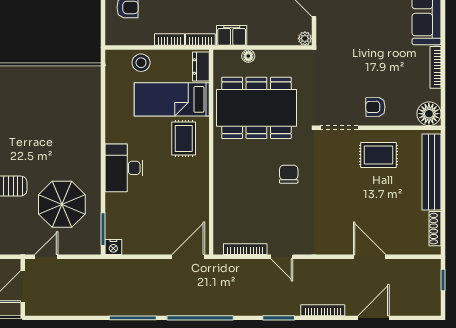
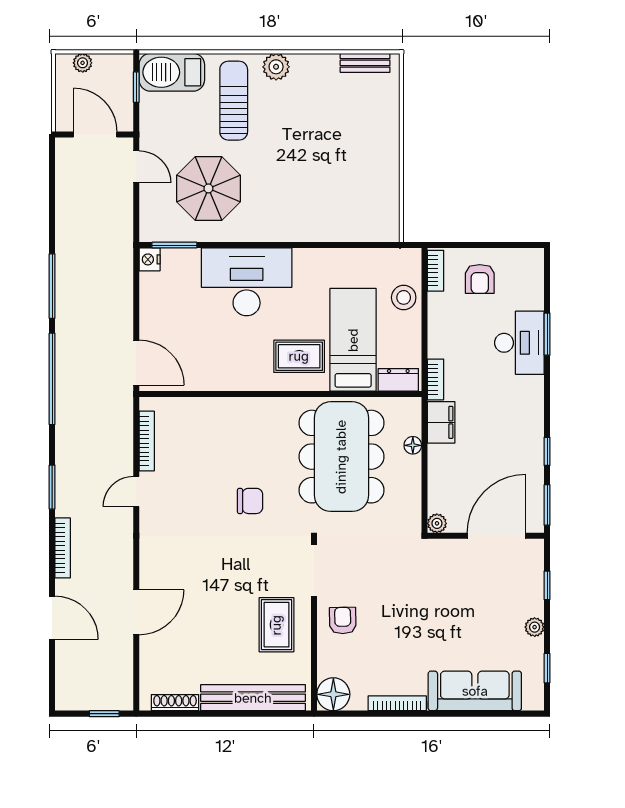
bookcase: (170, 40) -> (436, 271), moved
desk: (124, 168) -> (247, 282), width x1.36, depth x1.30

